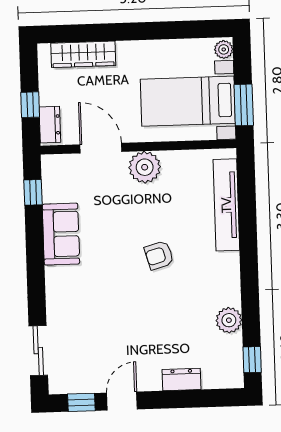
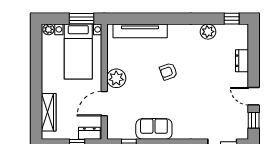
armchair: (159, 255) -> (168, 72), turned 86

